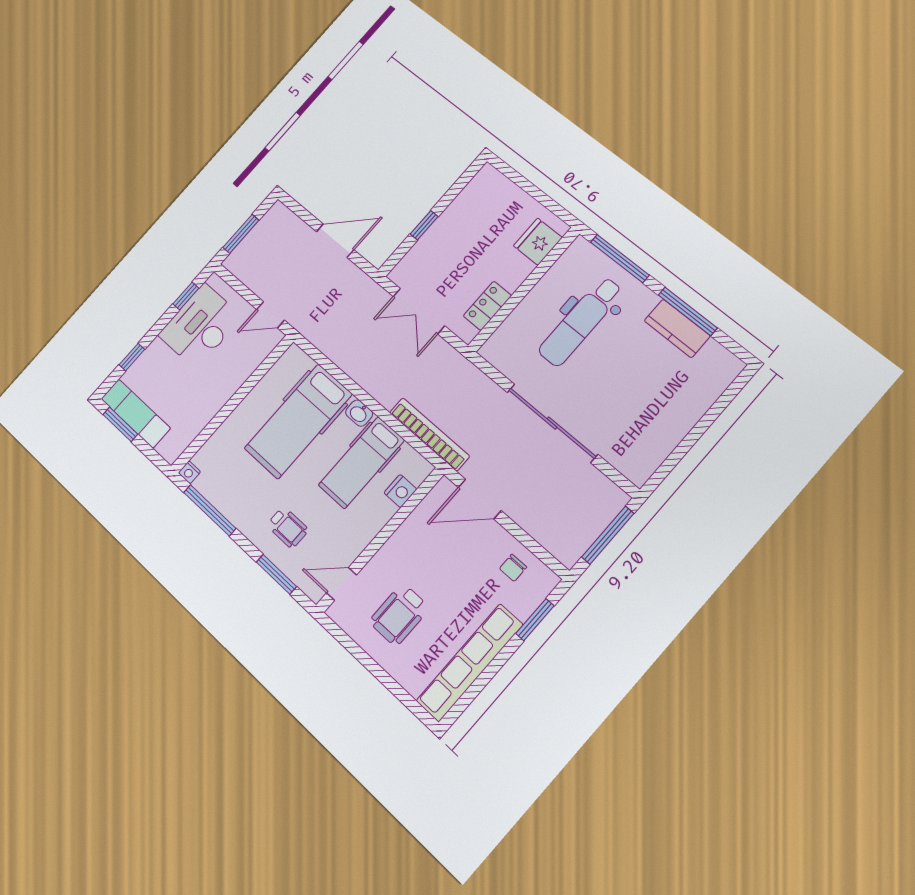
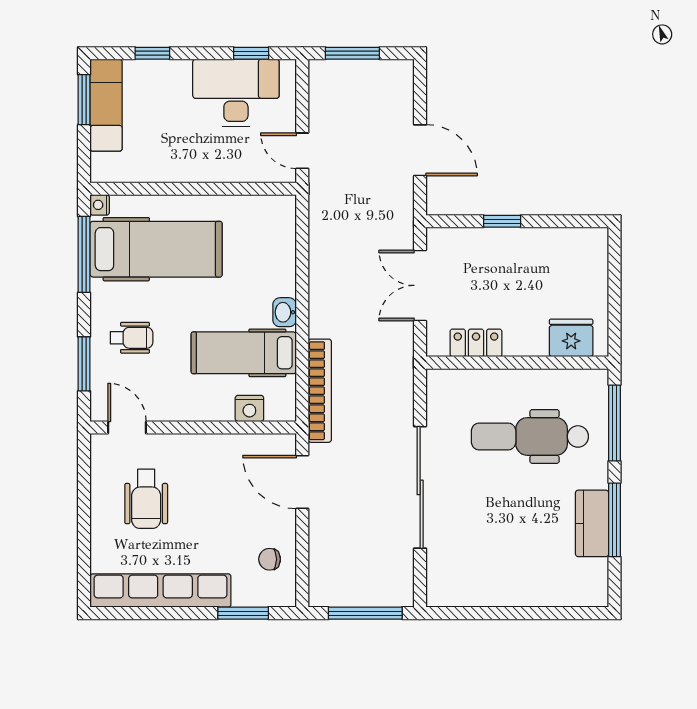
hospital bed: (298, 421) -> (156, 249), moved, turned 180
wheelchair: (288, 528) -> (132, 338), turned -90
wheelchair: (399, 615) -> (146, 499), turned -90

